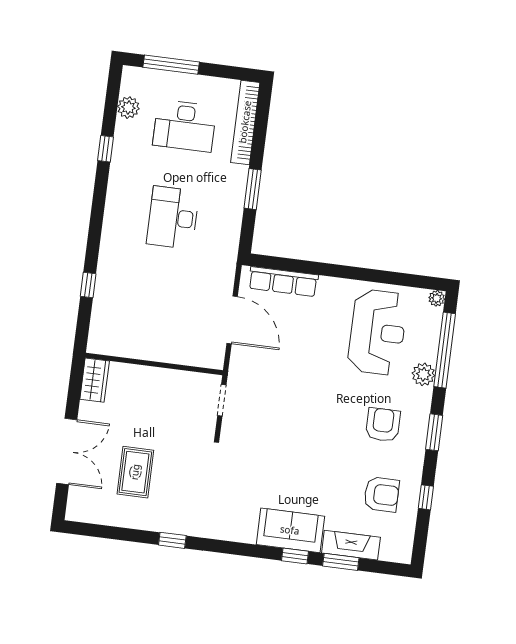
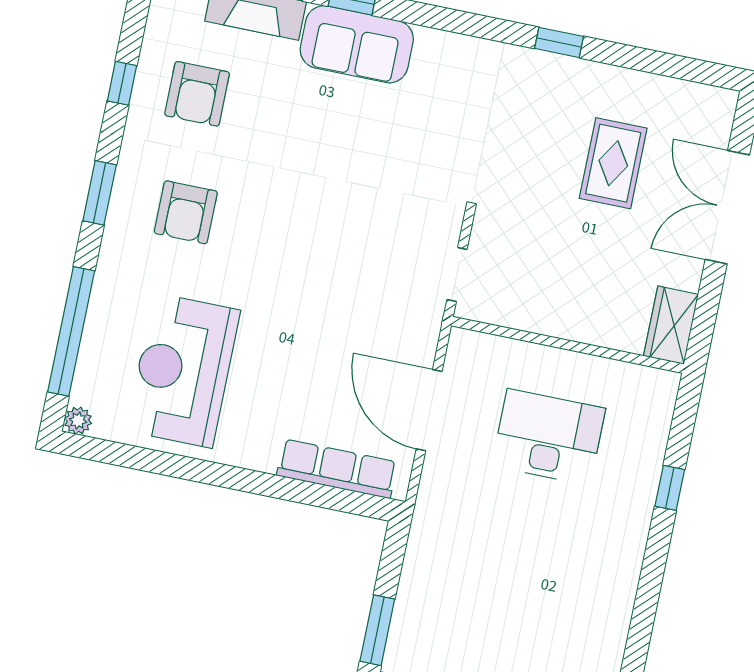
desk: (173, 218) -> (549, 437), moved, turned -90
plant: (423, 374) -> (110, 293), removed
armchair: (382, 494) -> (197, 94), turned -90

